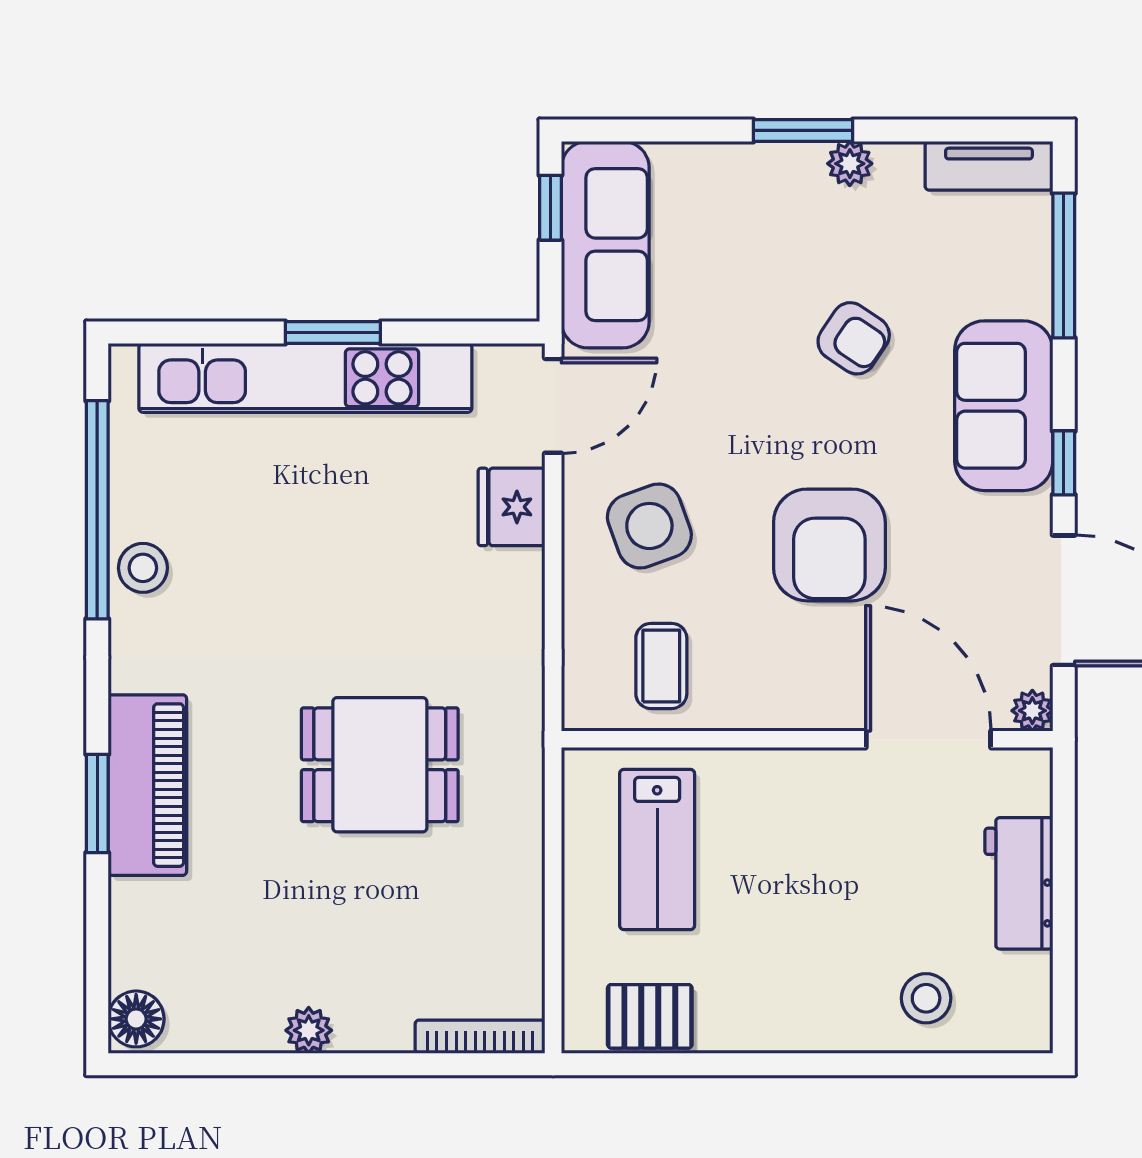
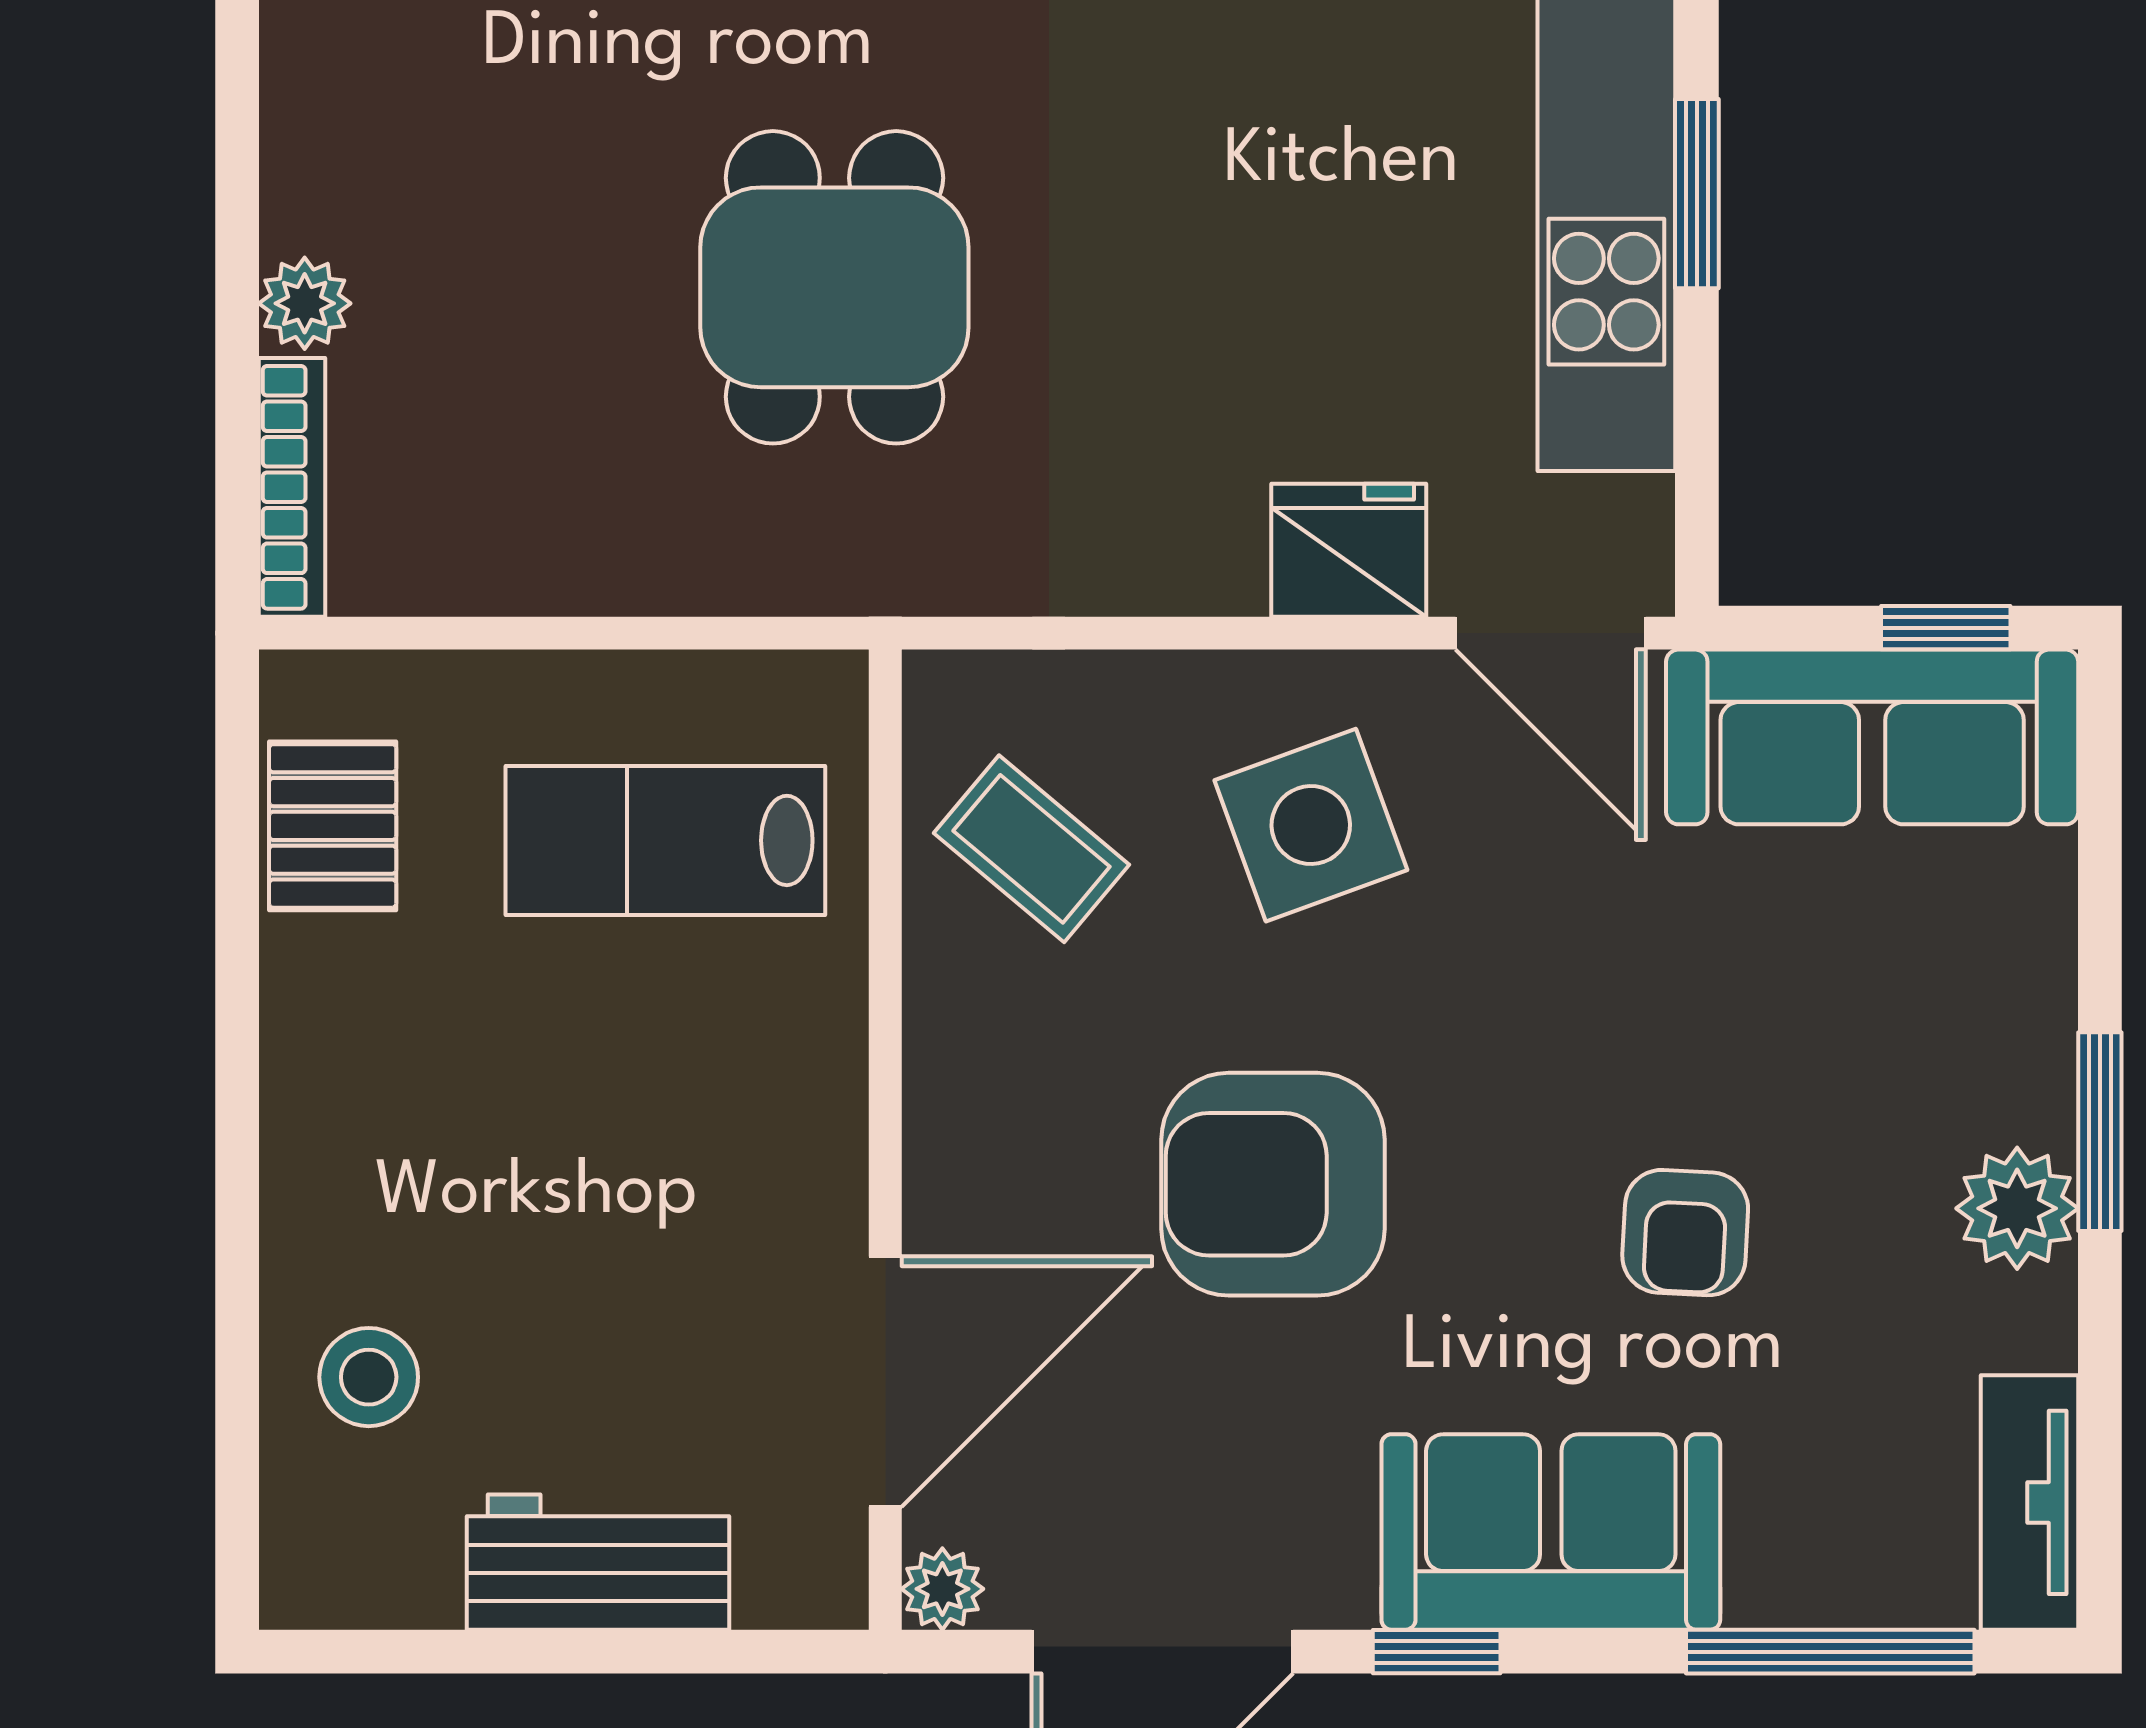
plant: (850, 164) -> (2017, 1208), width x1.38, depth x1.38
armchair: (854, 338) -> (1685, 1233), turned -31
coffee table: (661, 666) -> (1032, 849), turned 40
plant: (309, 1030) -> (305, 303), moved

